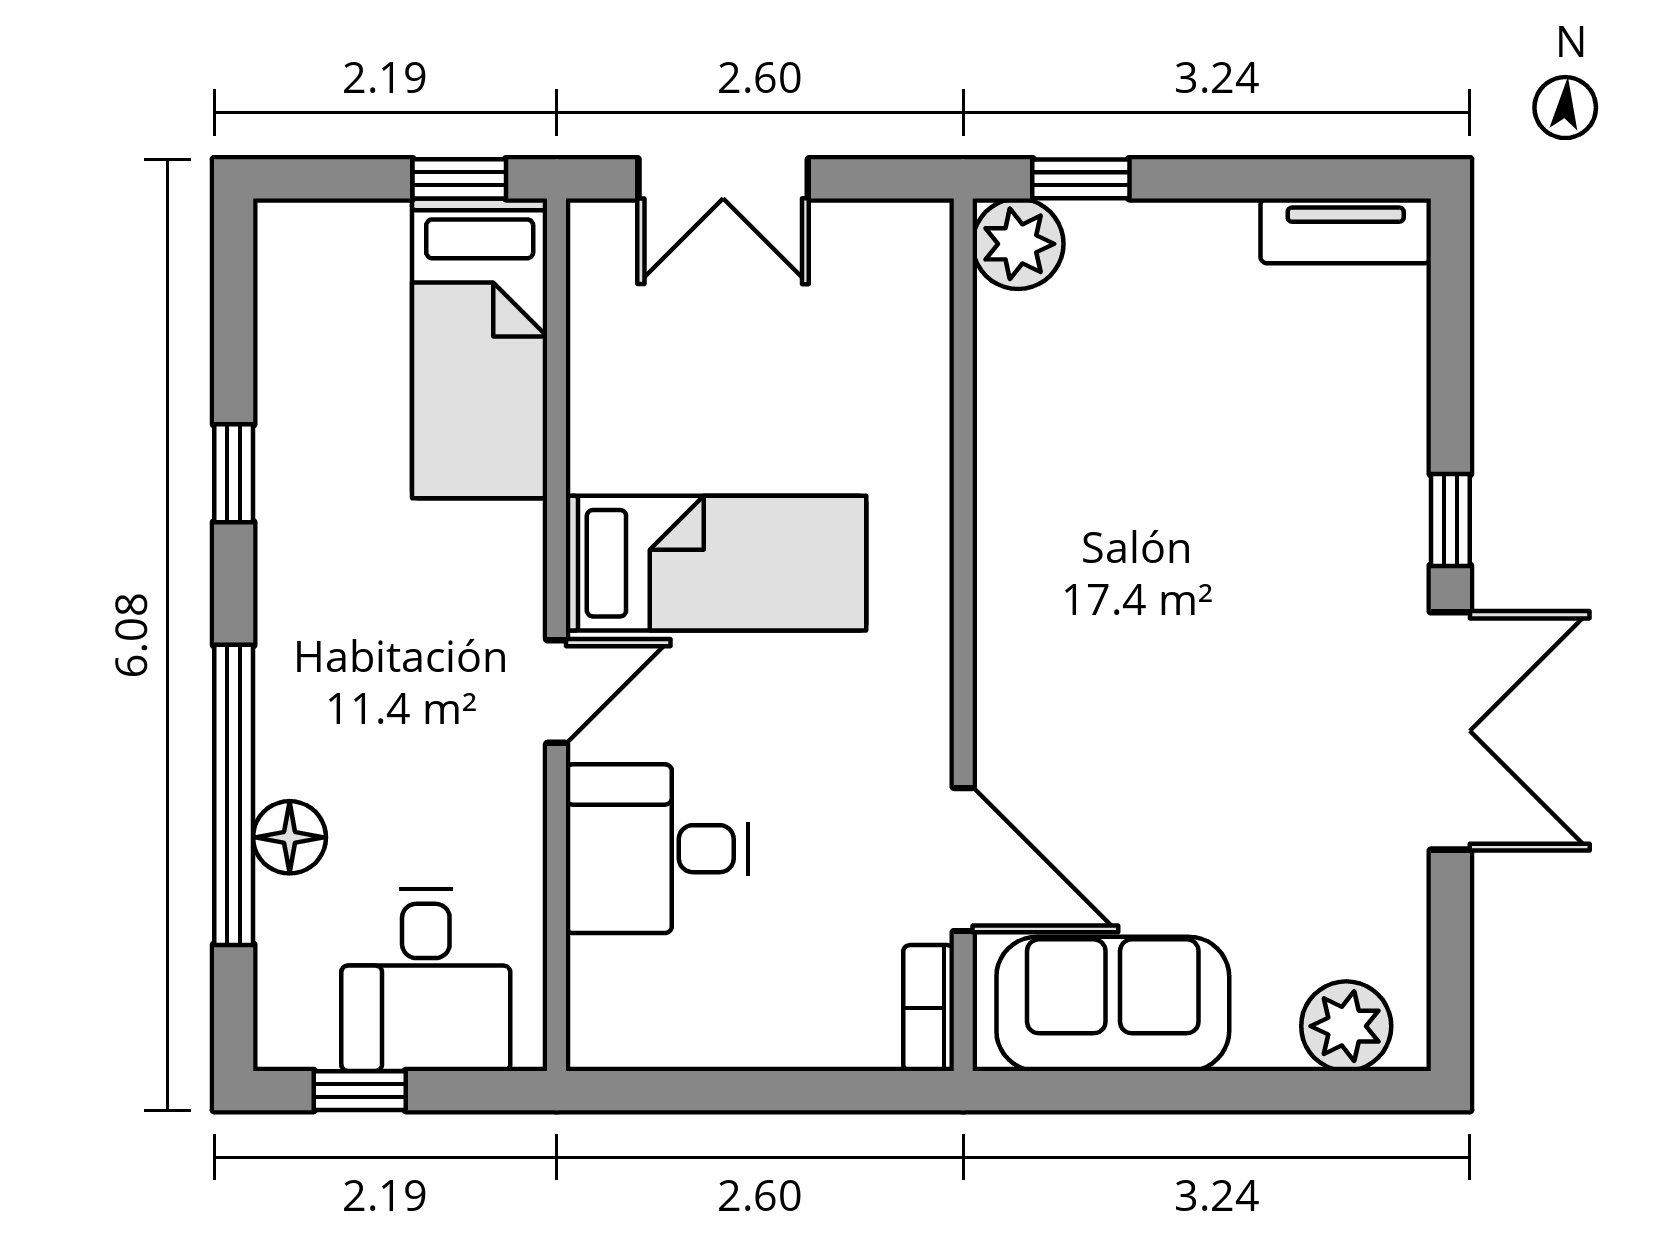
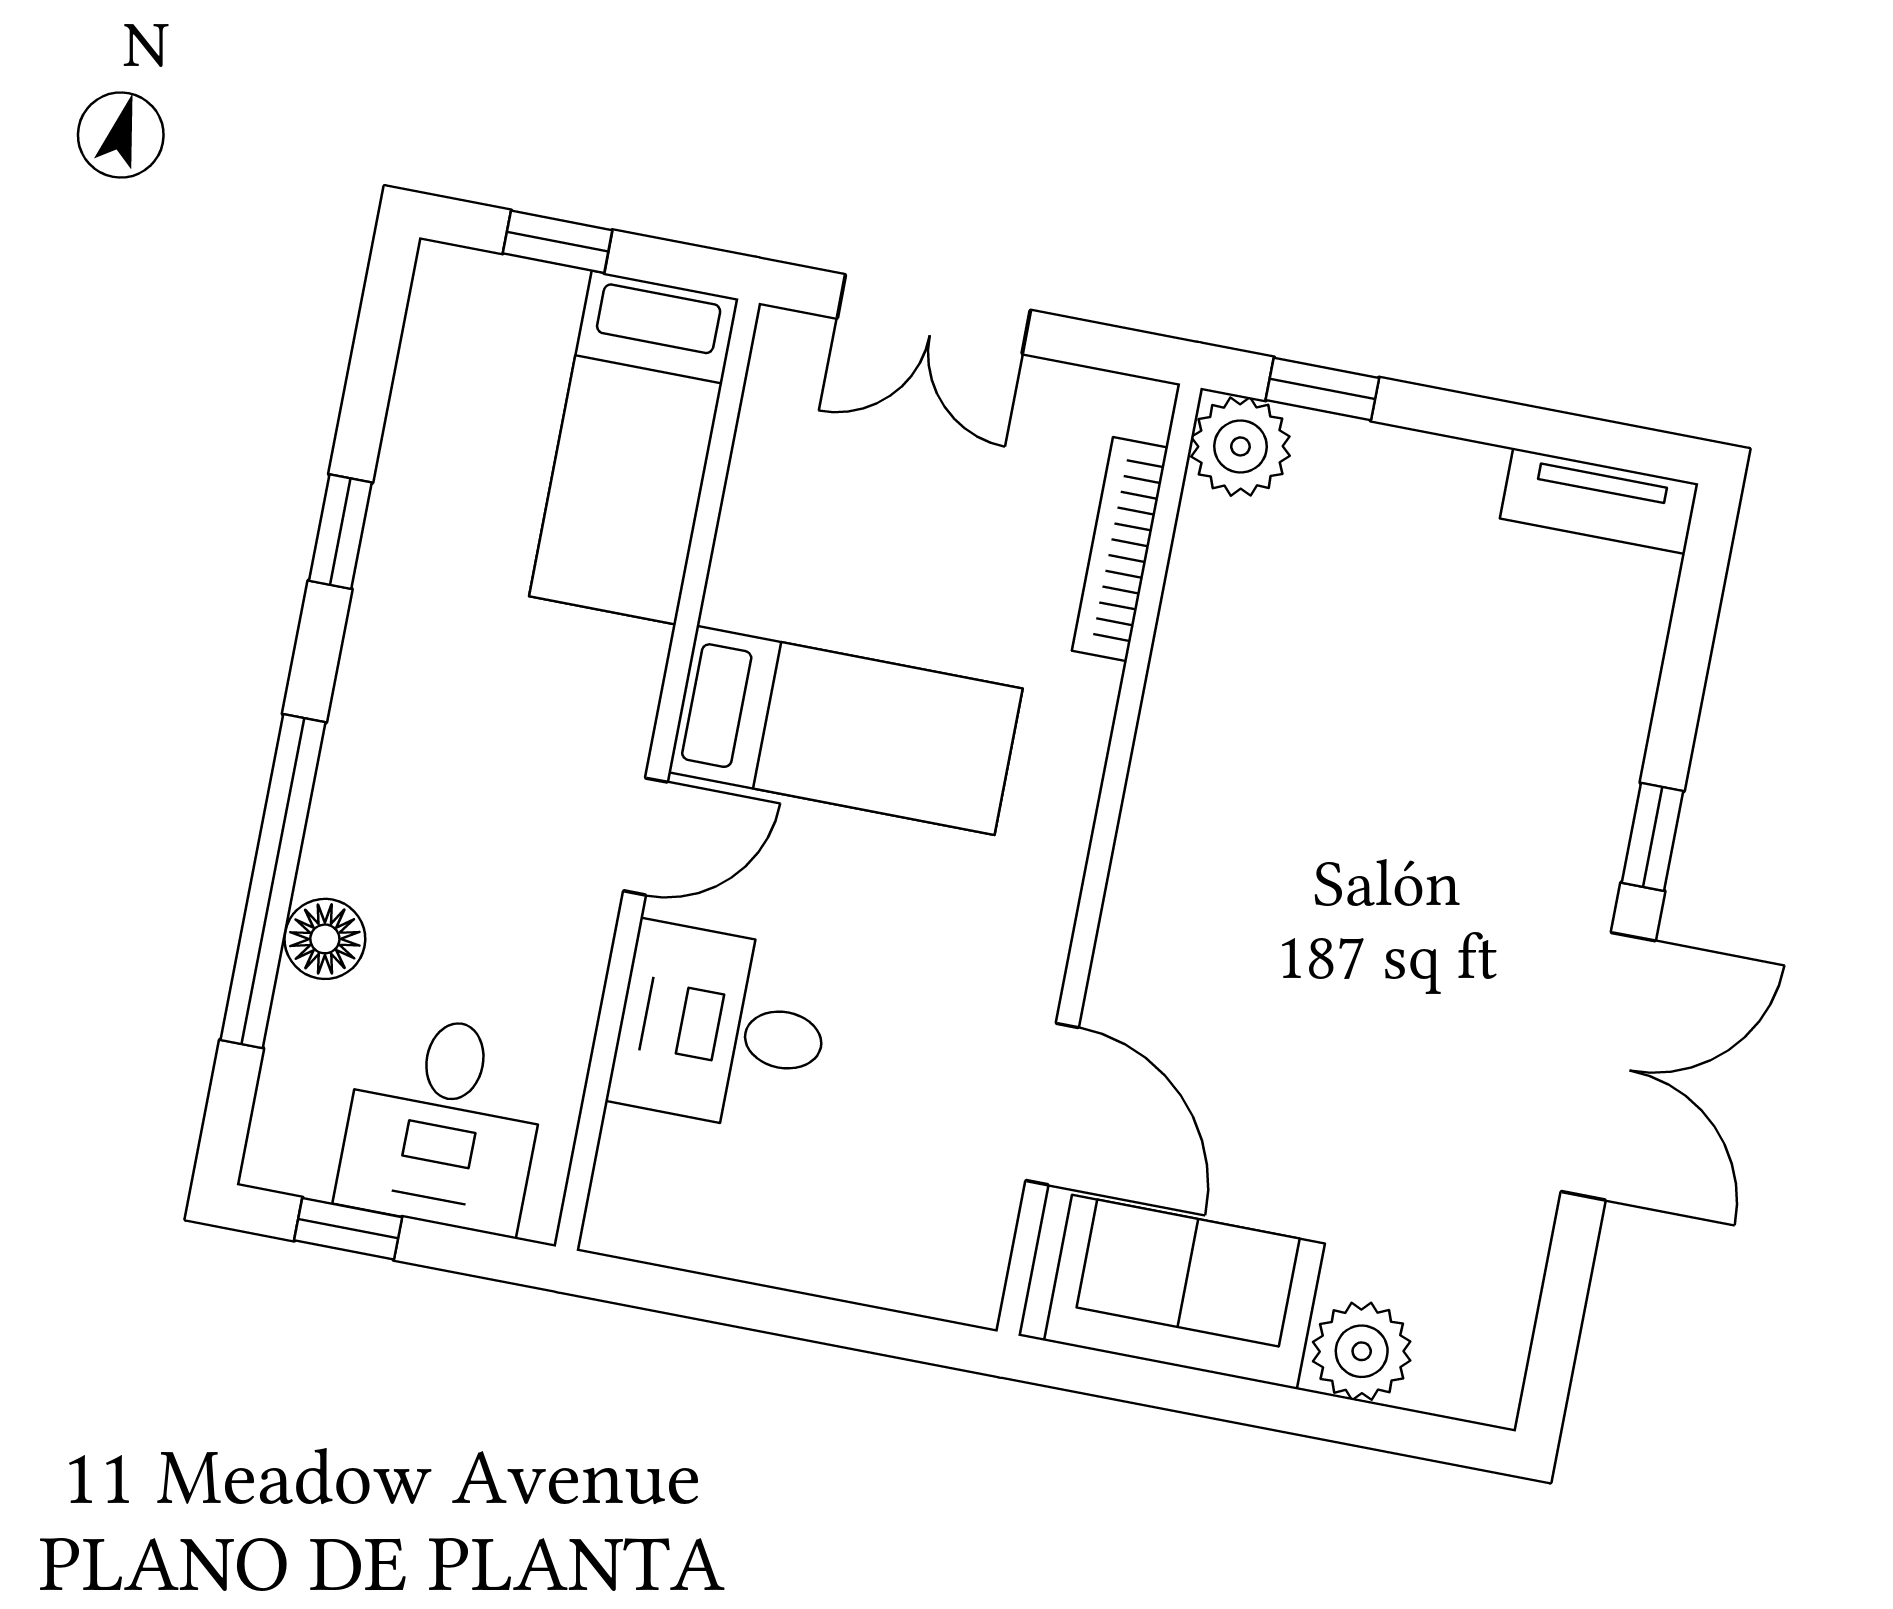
window: (459, 179) -> (558, 242), moved
bookcase: (929, 1008) -> (1120, 549), moved, width x1.56
plant: (1346, 1026) -> (1362, 1351), moved

